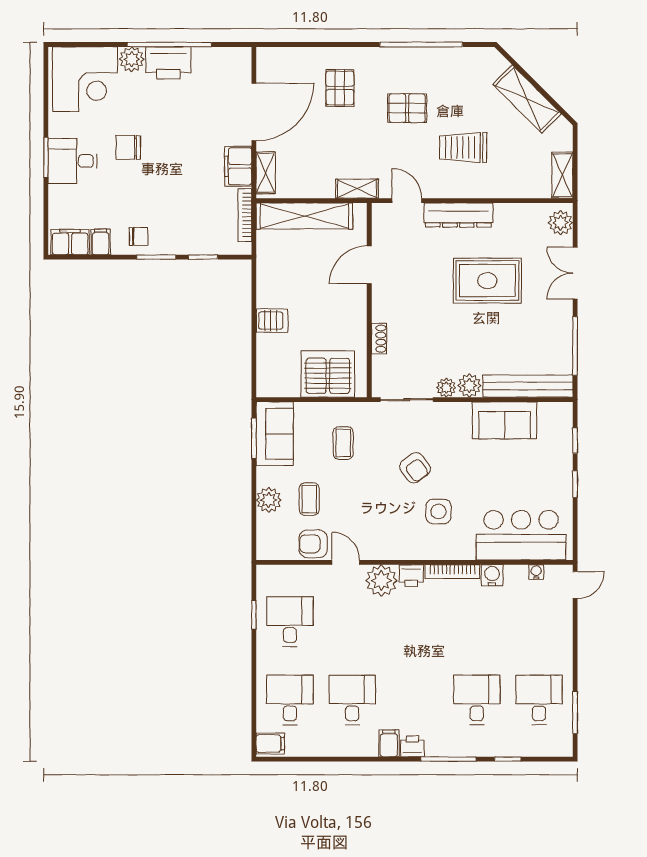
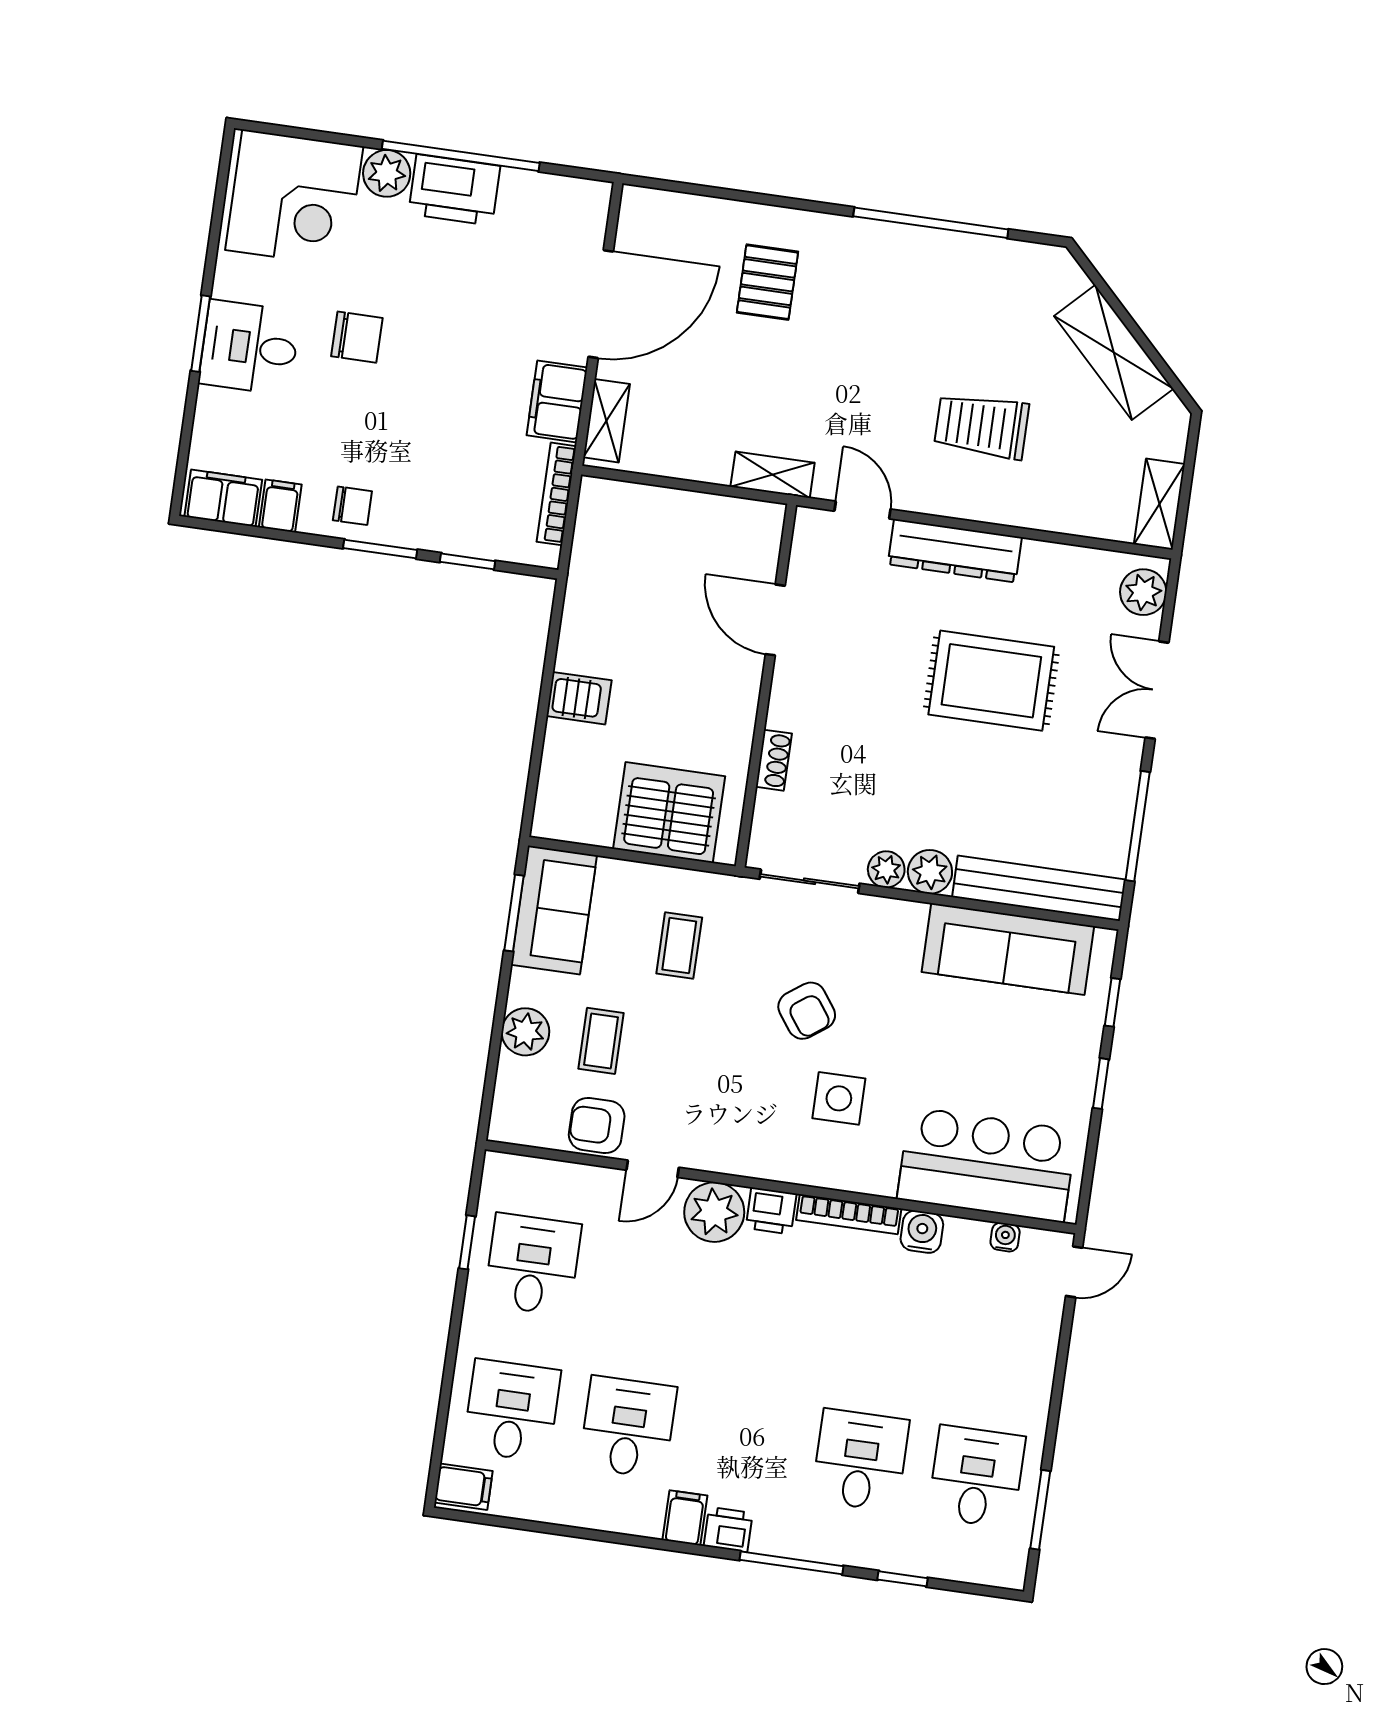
pallet: (407, 108) -> (888, 338), removed
chair: (128, 147) -> (357, 337), turned 180
shelving: (304, 216) -> (667, 512), removed
door: (369, 265) -> (775, 620), hinge flipped
sofa: (504, 420) -> (1008, 949), width x1.36
door: (346, 562) -> (653, 1169), swing flipped

